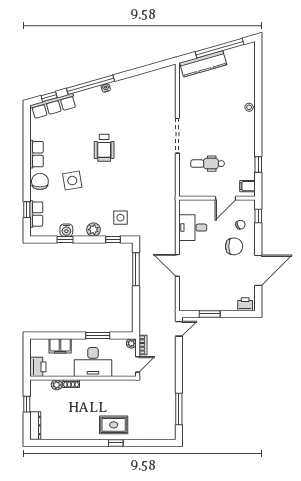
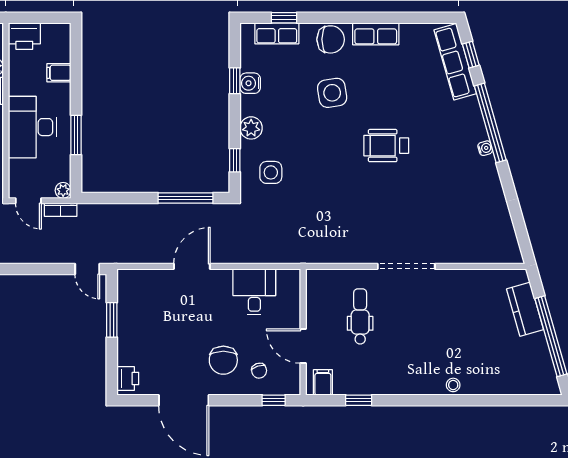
kitchen counter: (203, 64) -> (525, 309), width x0.67
filing cabinet: (60, 346) -> (59, 73), width x0.50

